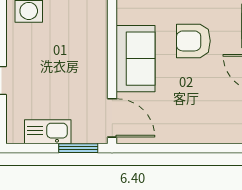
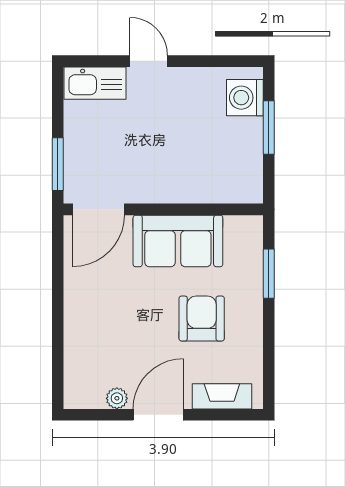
kitchen sink: (48, 132) -> (95, 83), moved, turned 90

